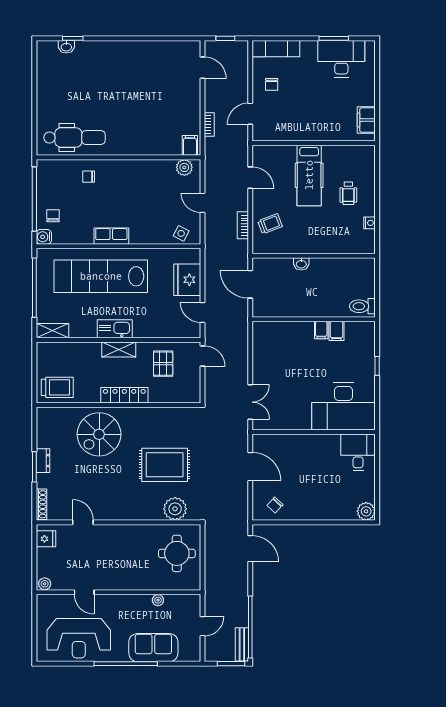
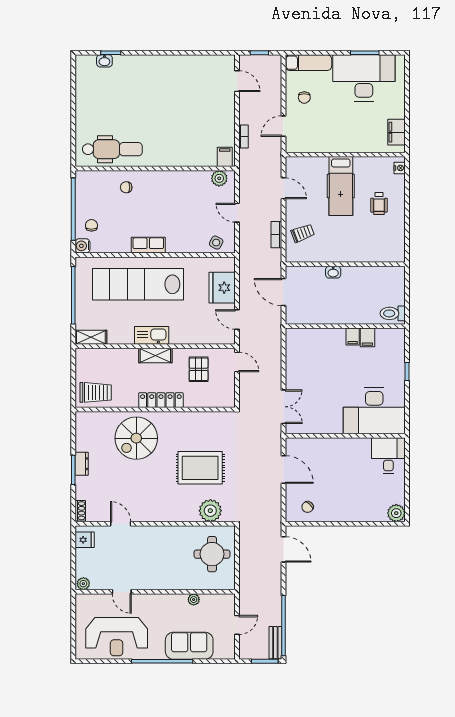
desk: (341, 59) -> (364, 78), width x1.36, depth x1.30
nightstand: (370, 223) -> (400, 168), moved
shoe rack: (41, 504) -> (80, 511), width x0.70

